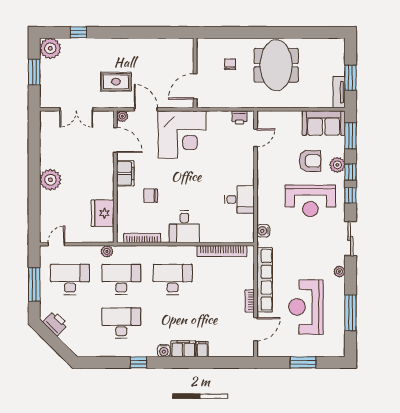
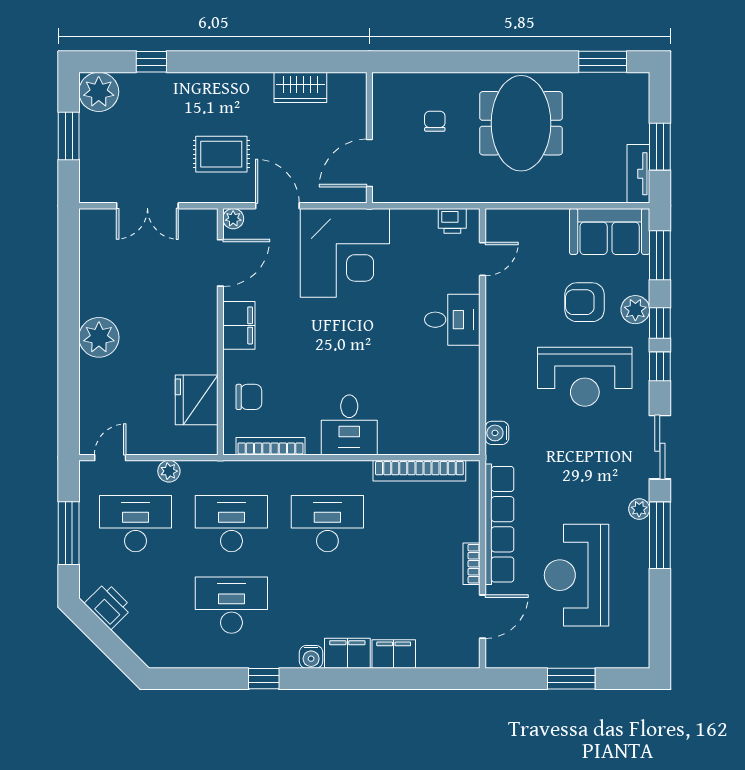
window: (320, 32) -> (603, 62), added
wardrobe: (158, 46) -> (300, 87), added
door: (115, 140) -> (220, 263), hinge flipped
armchair: (310, 161) -> (585, 302), turned 180
chair: (151, 196) -> (249, 397), moved, turned 180
desk: (239, 199) -> (452, 320), moved
plant: (107, 251) -> (169, 471), moved
window: (351, 313) -> (660, 535), moved
filing cabinet: (202, 349) -> (394, 654), width x2.00

